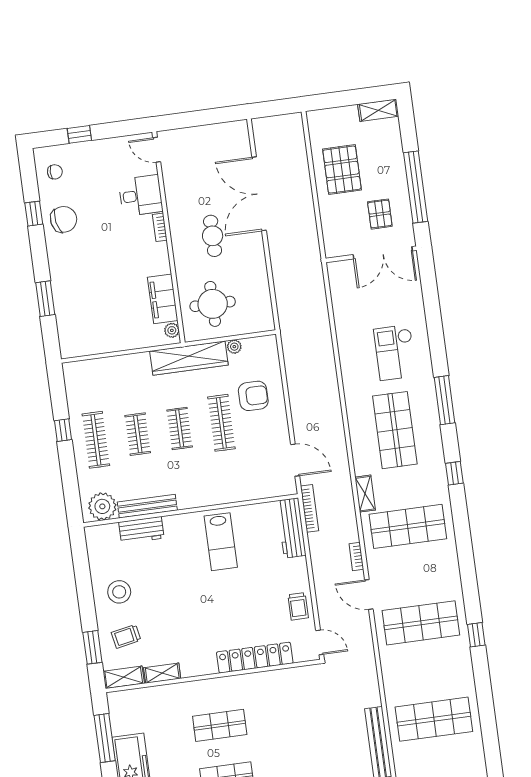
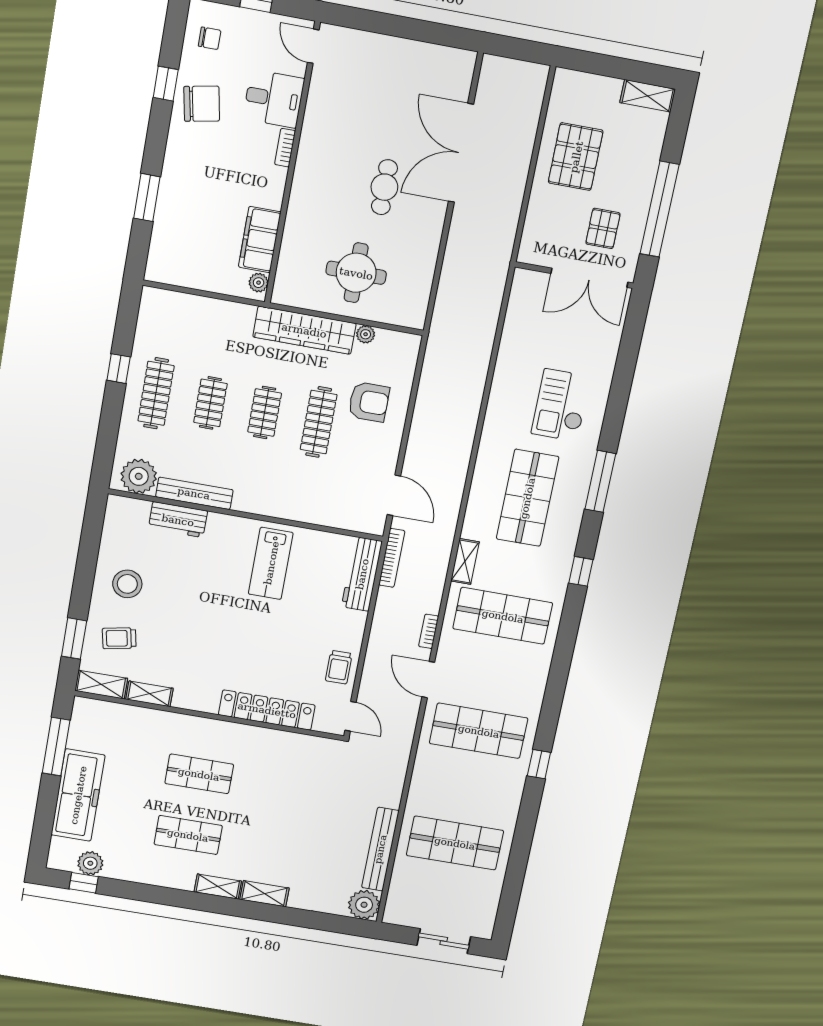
door: (157, 150) -> (313, 46), moved
desk: (141, 195) -> (274, 99), moved
bookcase: (160, 227) -> (285, 148), moved
wall: (169, 237) -> (292, 164), moved
filing cabinet: (163, 299) -> (260, 240), moved
plant: (172, 330) -> (259, 283), moved

